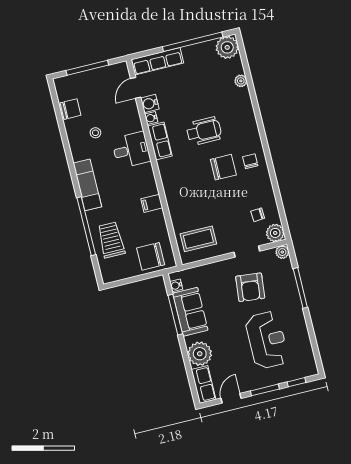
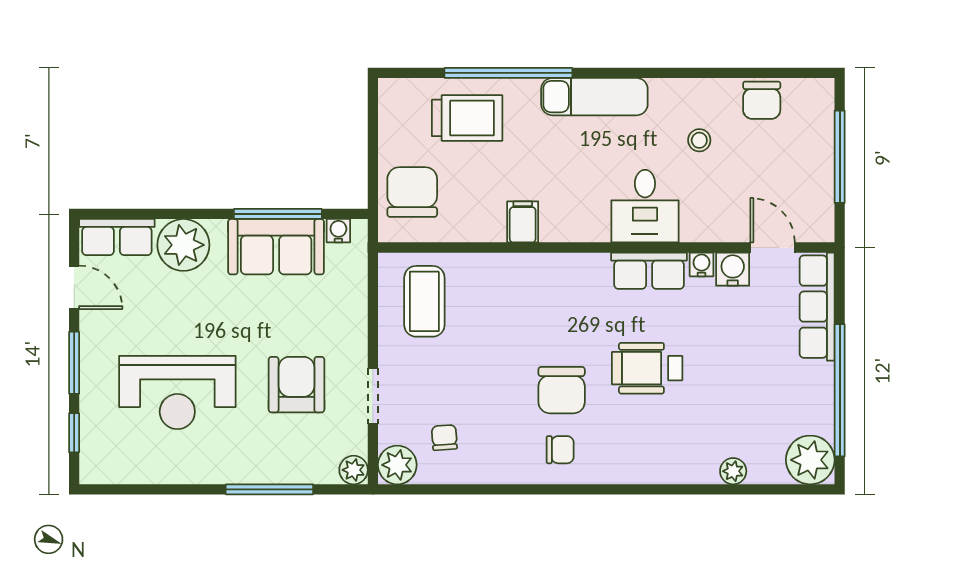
wheelchair: (204, 131) -> (647, 368), turned 90
armchair: (250, 287) -> (296, 385), turned 84

